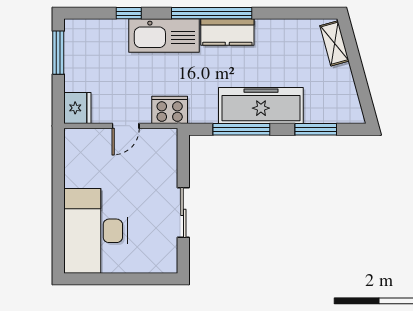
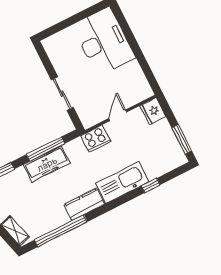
window: (212, 13) -> (61, 231), moved
freezer: (261, 106) -> (47, 164), width x0.73, depth x0.79
sliding door: (183, 212) -> (62, 94), moved

